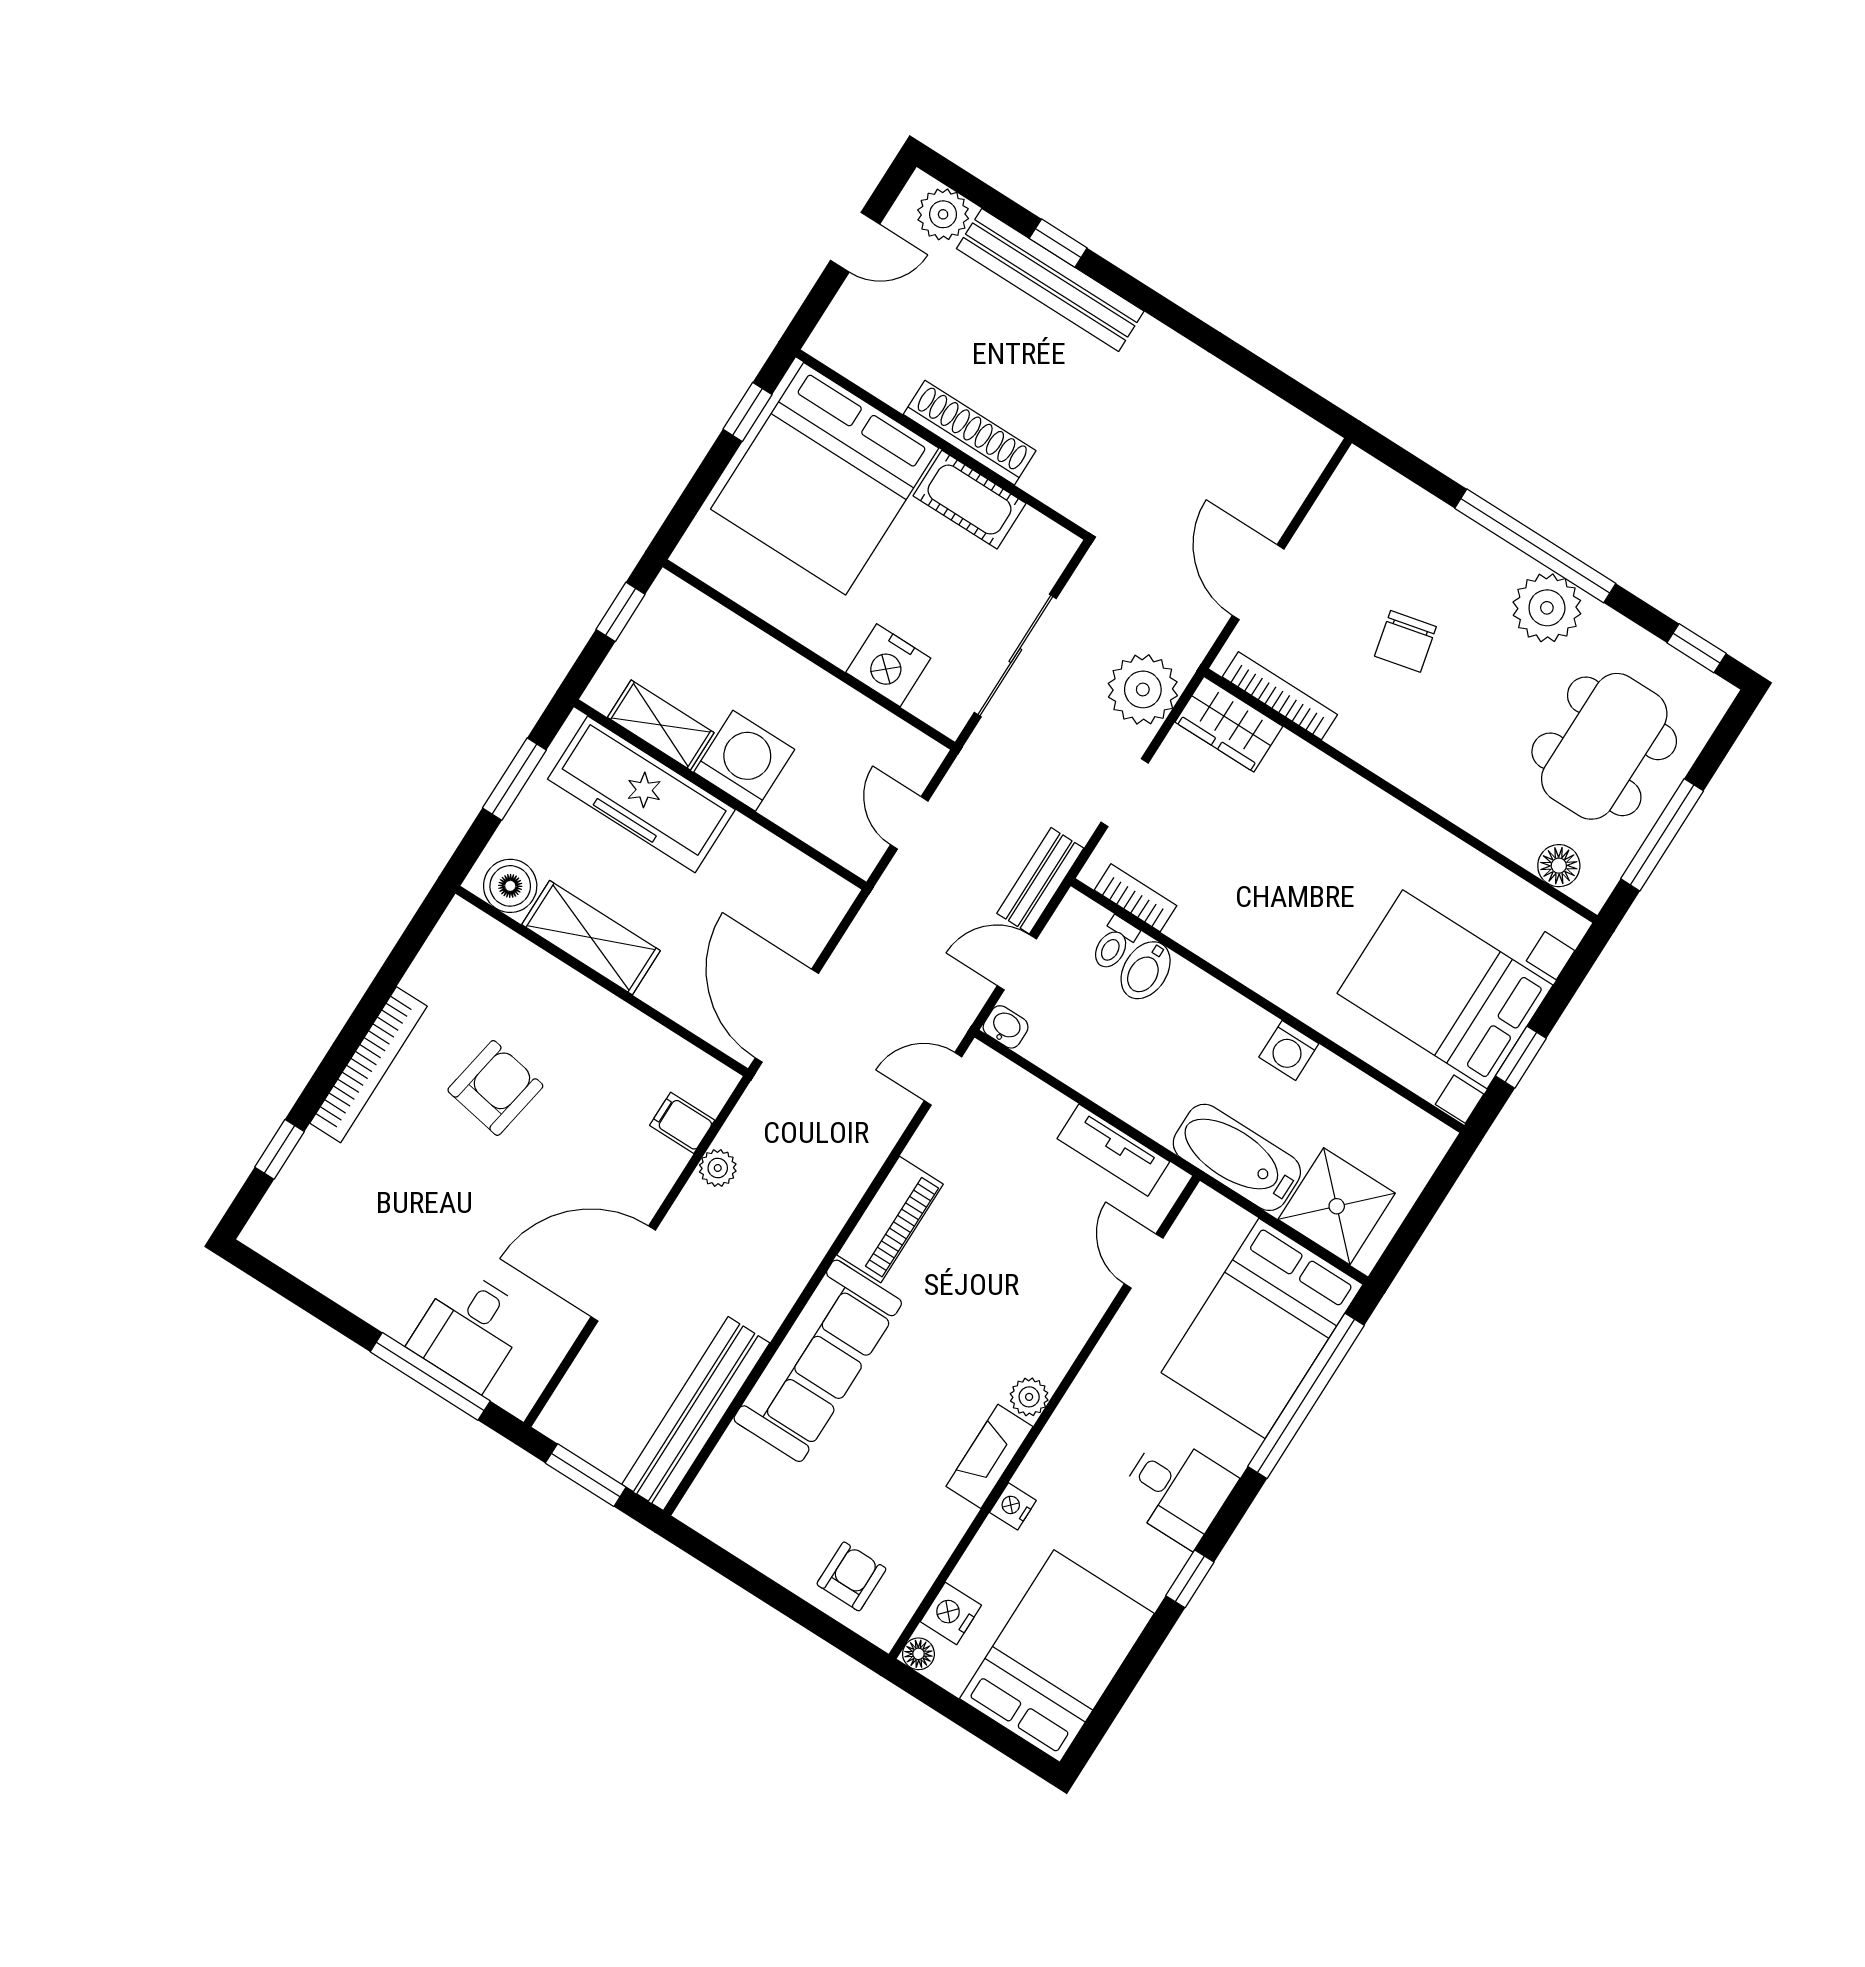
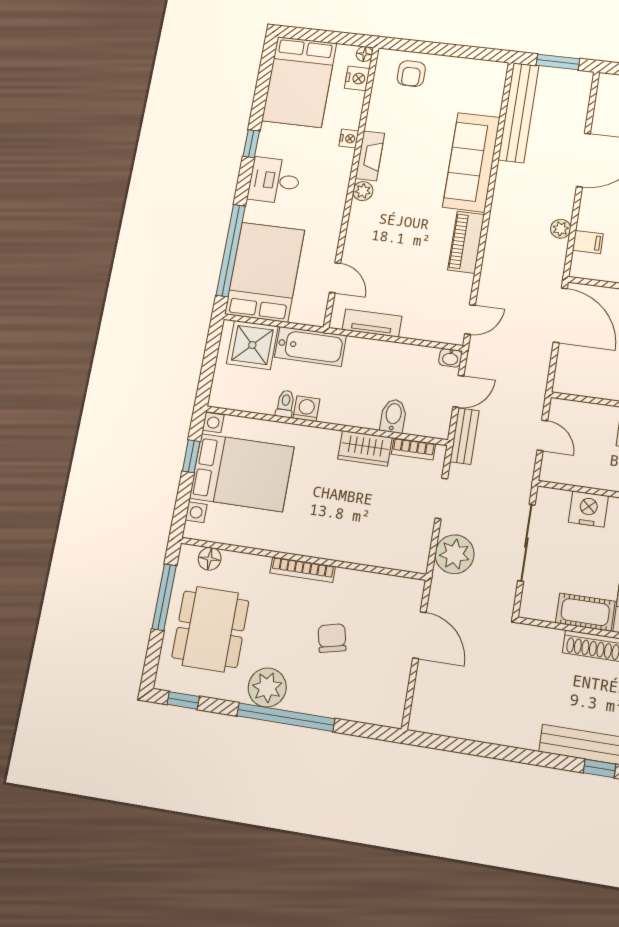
bookcase: (1280, 696) -> (303, 570), moved
wardrobe: (1229, 724) -> (365, 448), moved, turned 180
toilet: (1114, 944) -> (285, 404), moved

